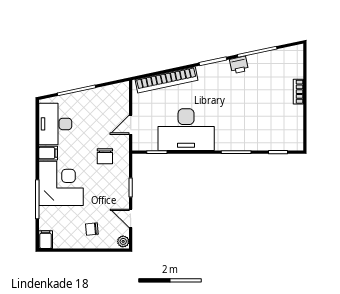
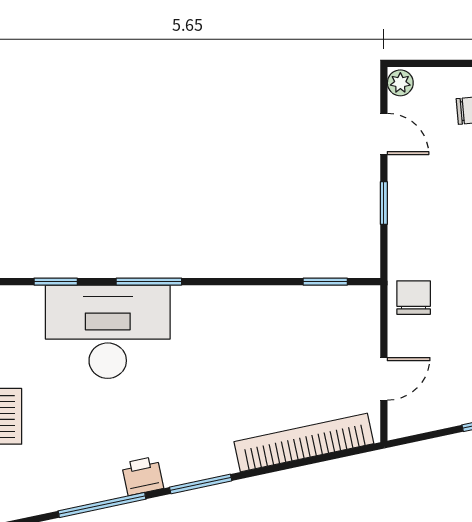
door: (131, 125) -> (384, 379), moved
desk: (186, 130) -> (108, 332), moved
chair: (105, 156) -> (414, 298), moved

